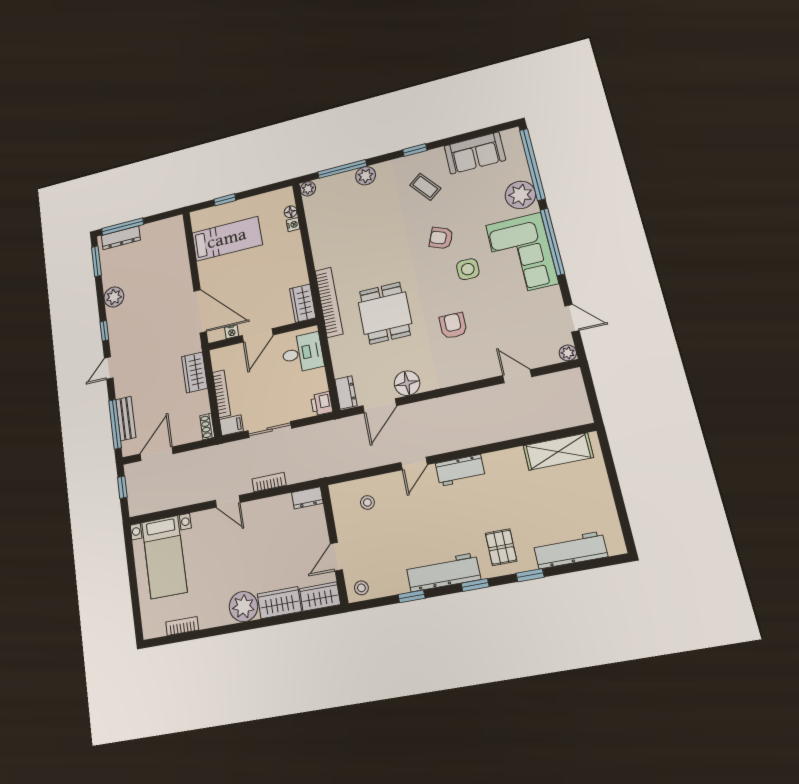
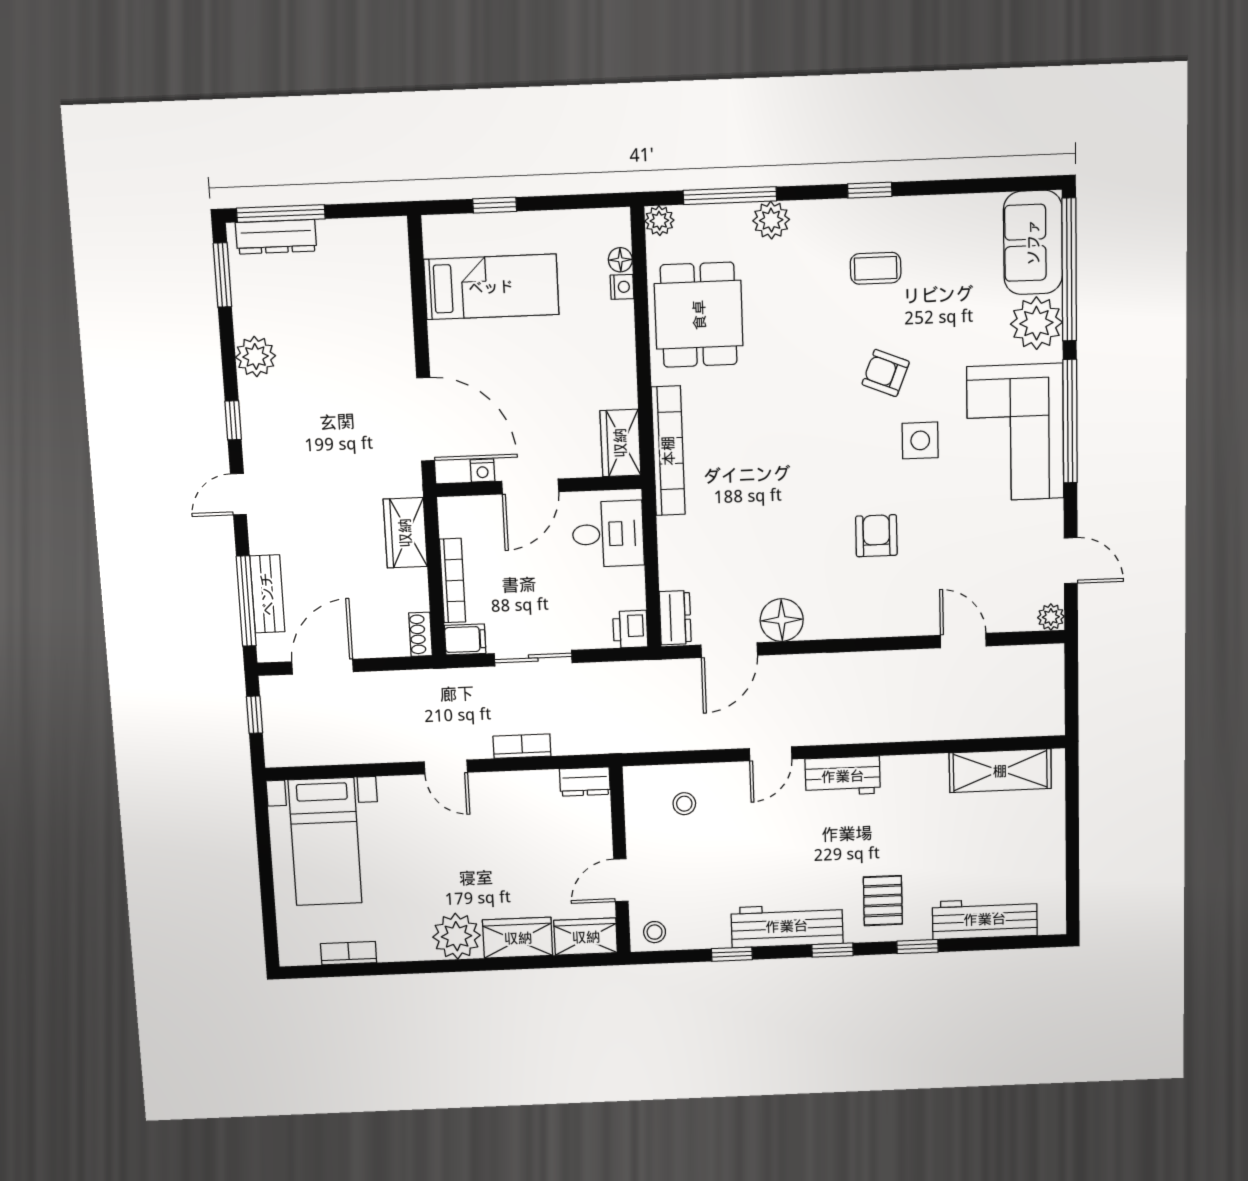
sofa: (475, 153) -> (1033, 242), moved, turned 90
coffee table: (425, 187) -> (876, 268), turned -52
dining table: (385, 313) -> (699, 315), moved

